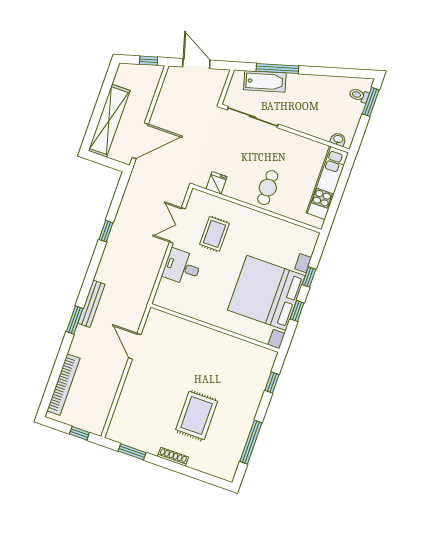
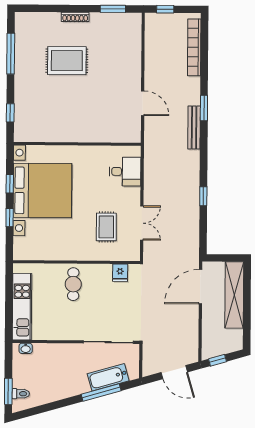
desk: (182, 267) -> (125, 172), moved
rug: (197, 415) -> (67, 61), turned 90

